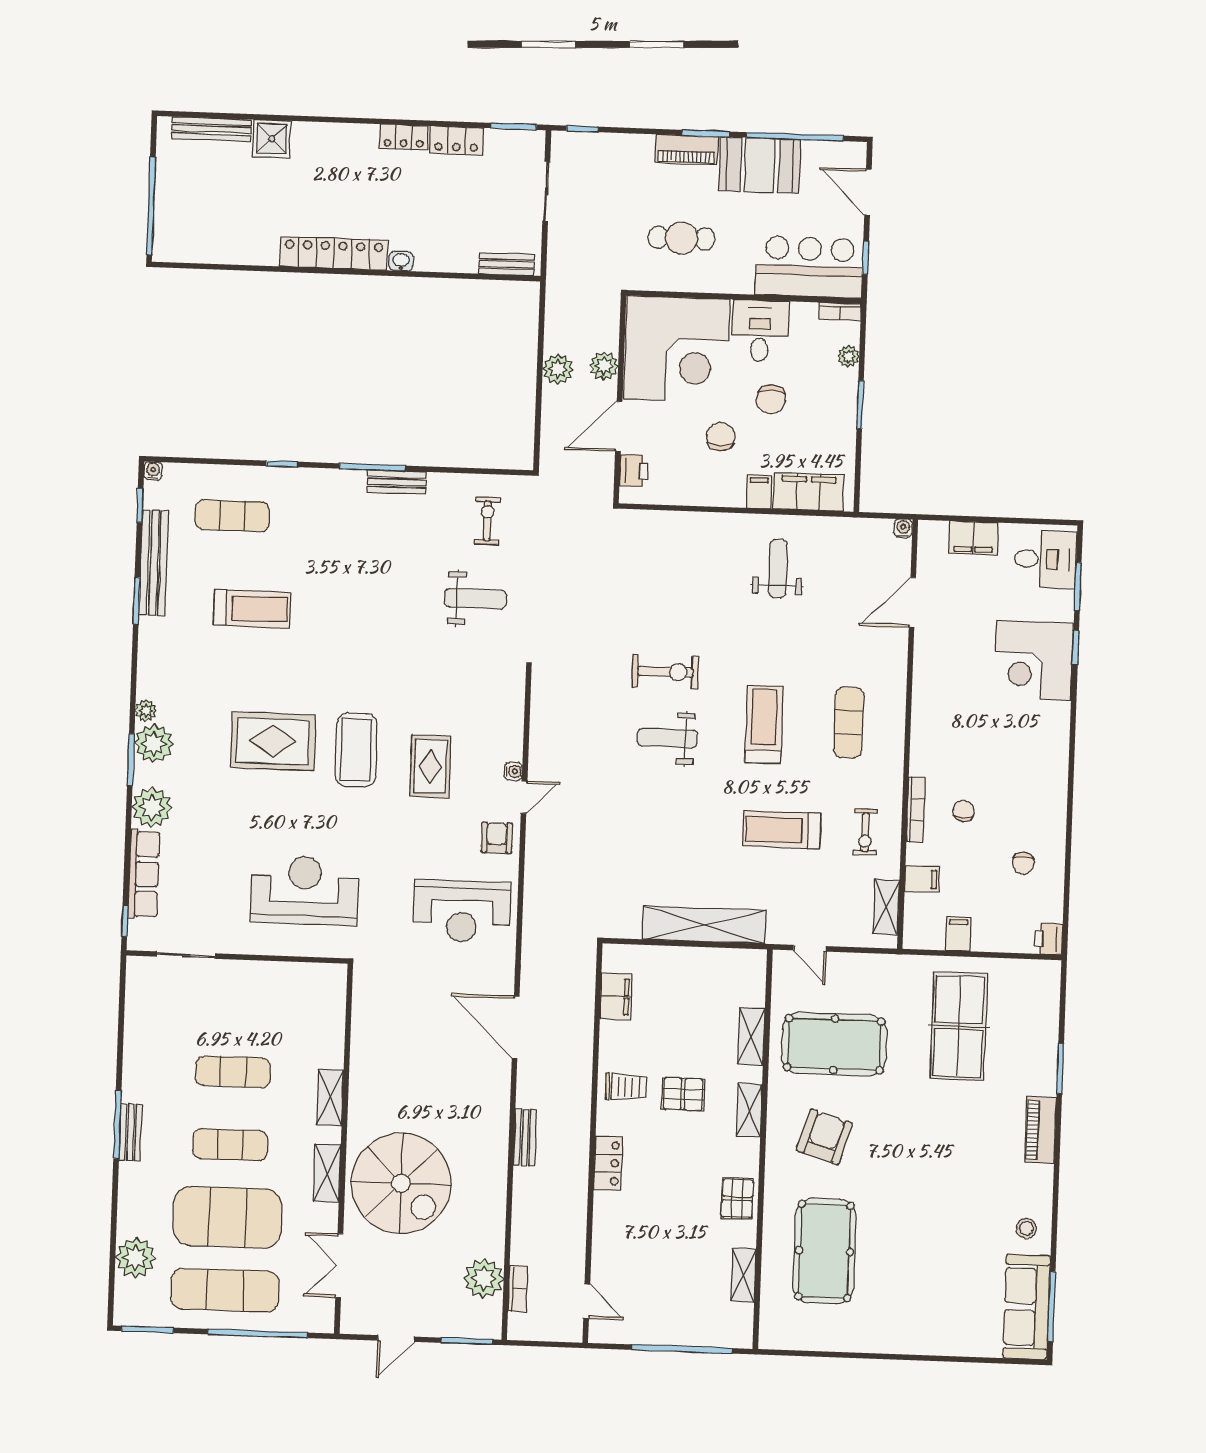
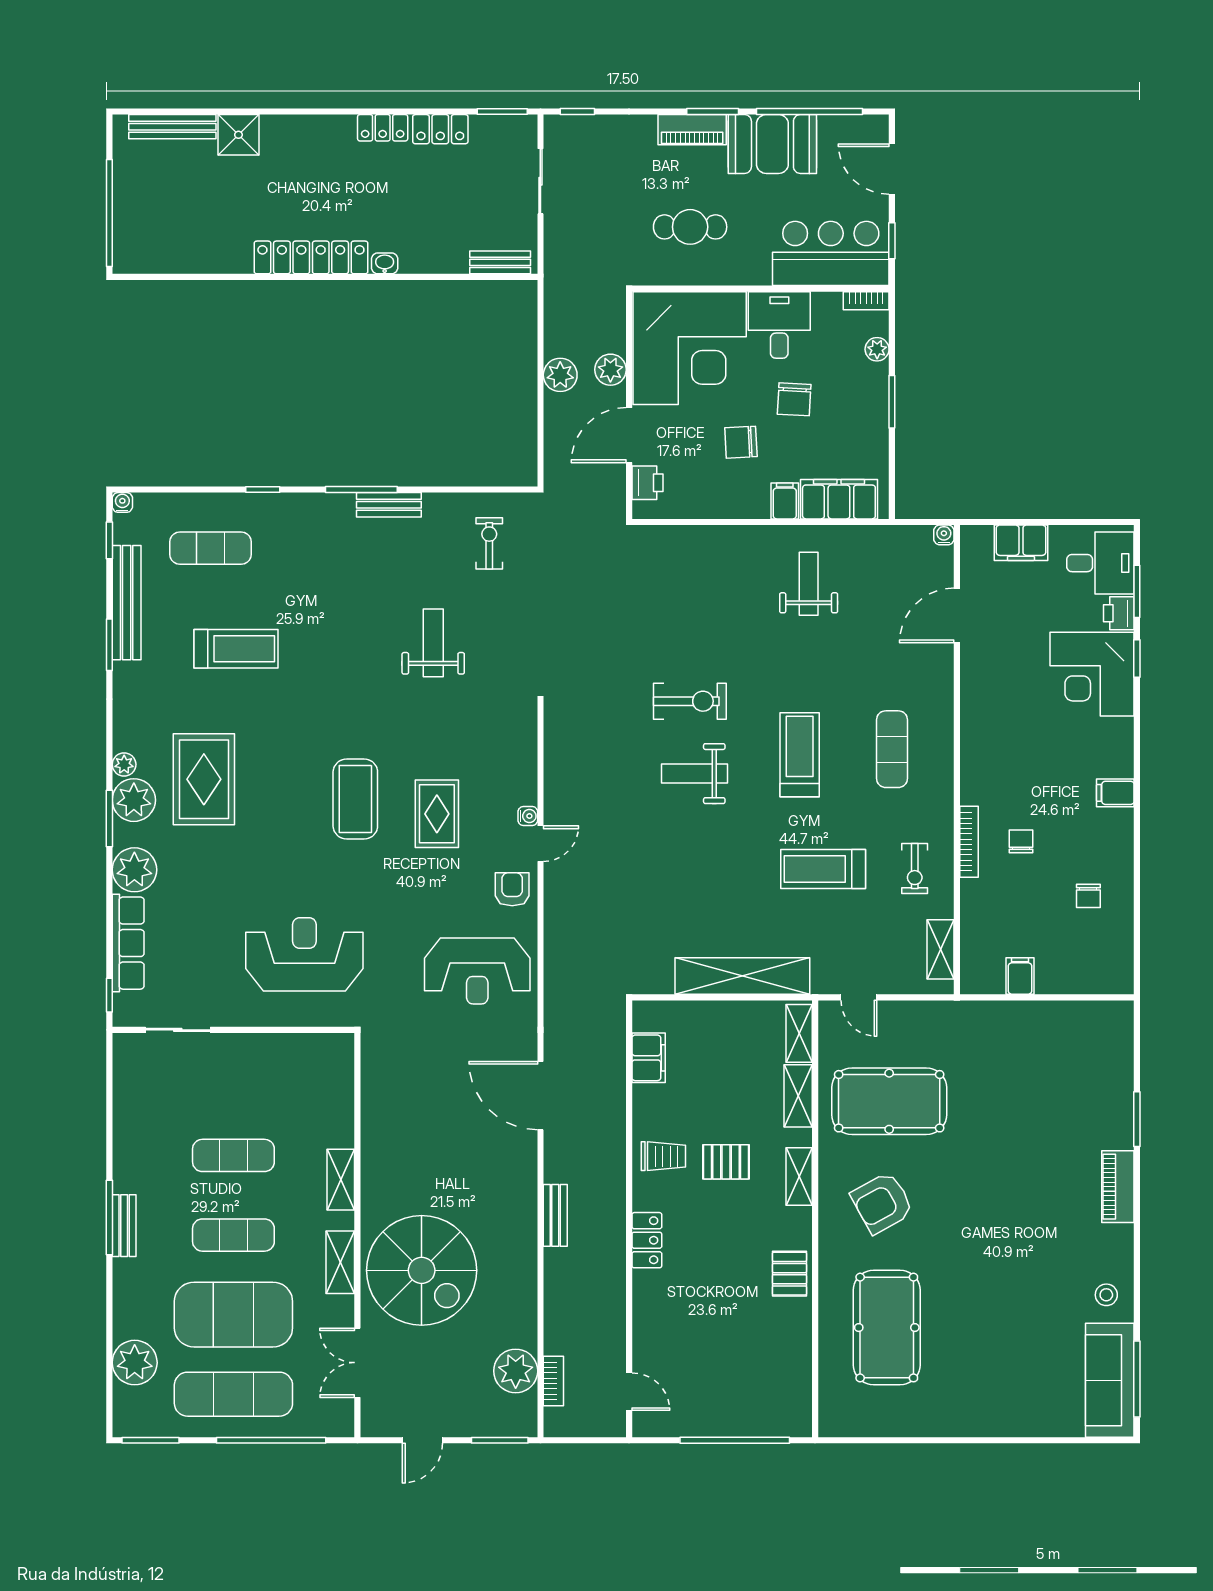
chair: (721, 437) -> (741, 442), turned -93
weight bench: (475, 599) -> (433, 643), moved, turned -90
rug: (273, 741) -> (204, 779), moved, turned 90
filing cabinet: (922, 879) -> (1115, 793), moved, turned 180
printer: (1048, 939) -> (1119, 613), moved
table tennis table: (959, 1026) -> (1024, 1077), removed
armchair: (825, 1137) -> (882, 1203), turned -136
shelving: (743, 1275) -> (799, 1033), moved

